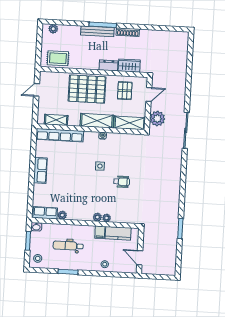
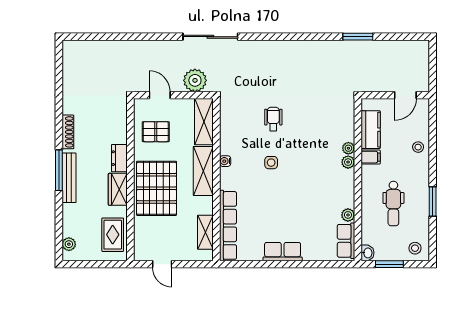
wardrobe: (129, 66) -> (118, 189), moved
wheelchair: (122, 182) -> (273, 119), moved

